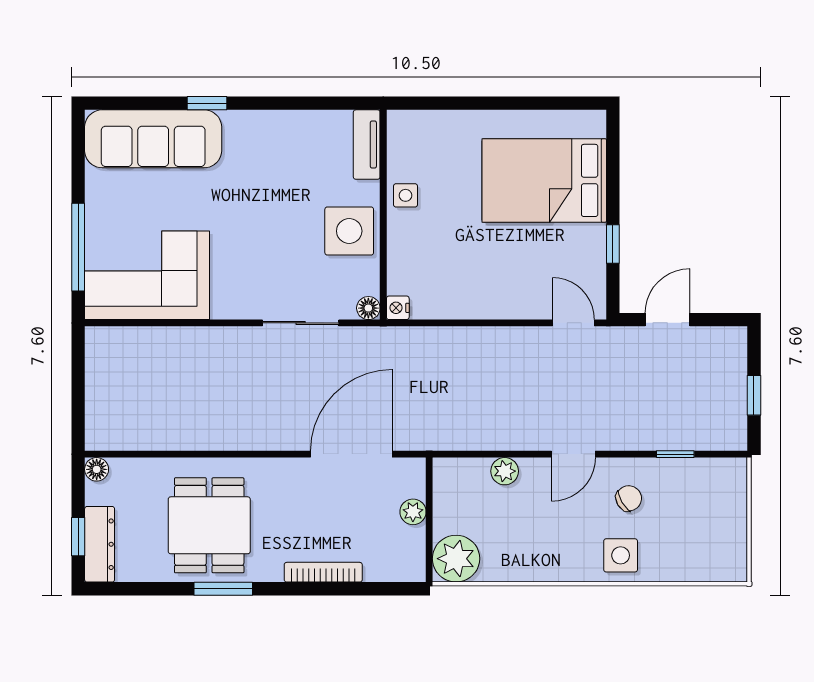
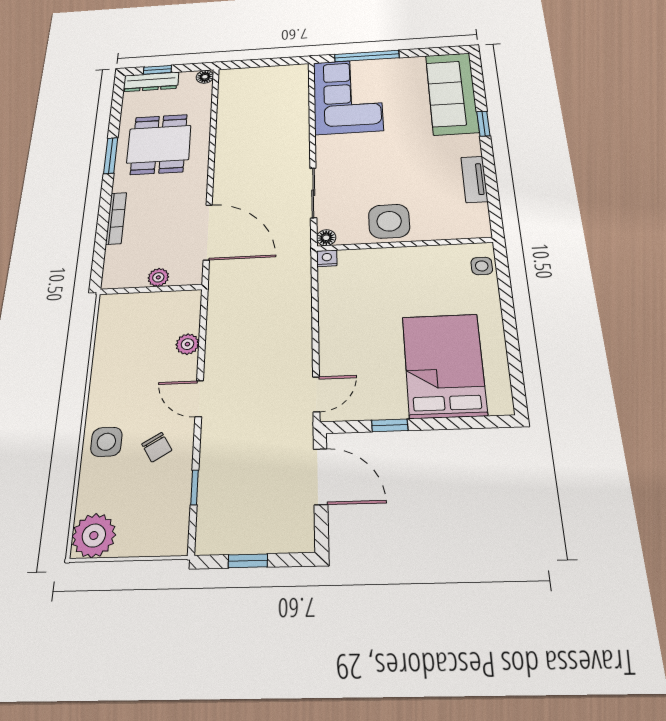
tv unit: (367, 145) -> (474, 179), moved, turned -90
side table: (405, 195) -> (482, 266), moved
door: (668, 320) -> (321, 476), width x1.38
dining table: (209, 525) -> (159, 144), turned 90
plant: (456, 559) -> (94, 535), moved

